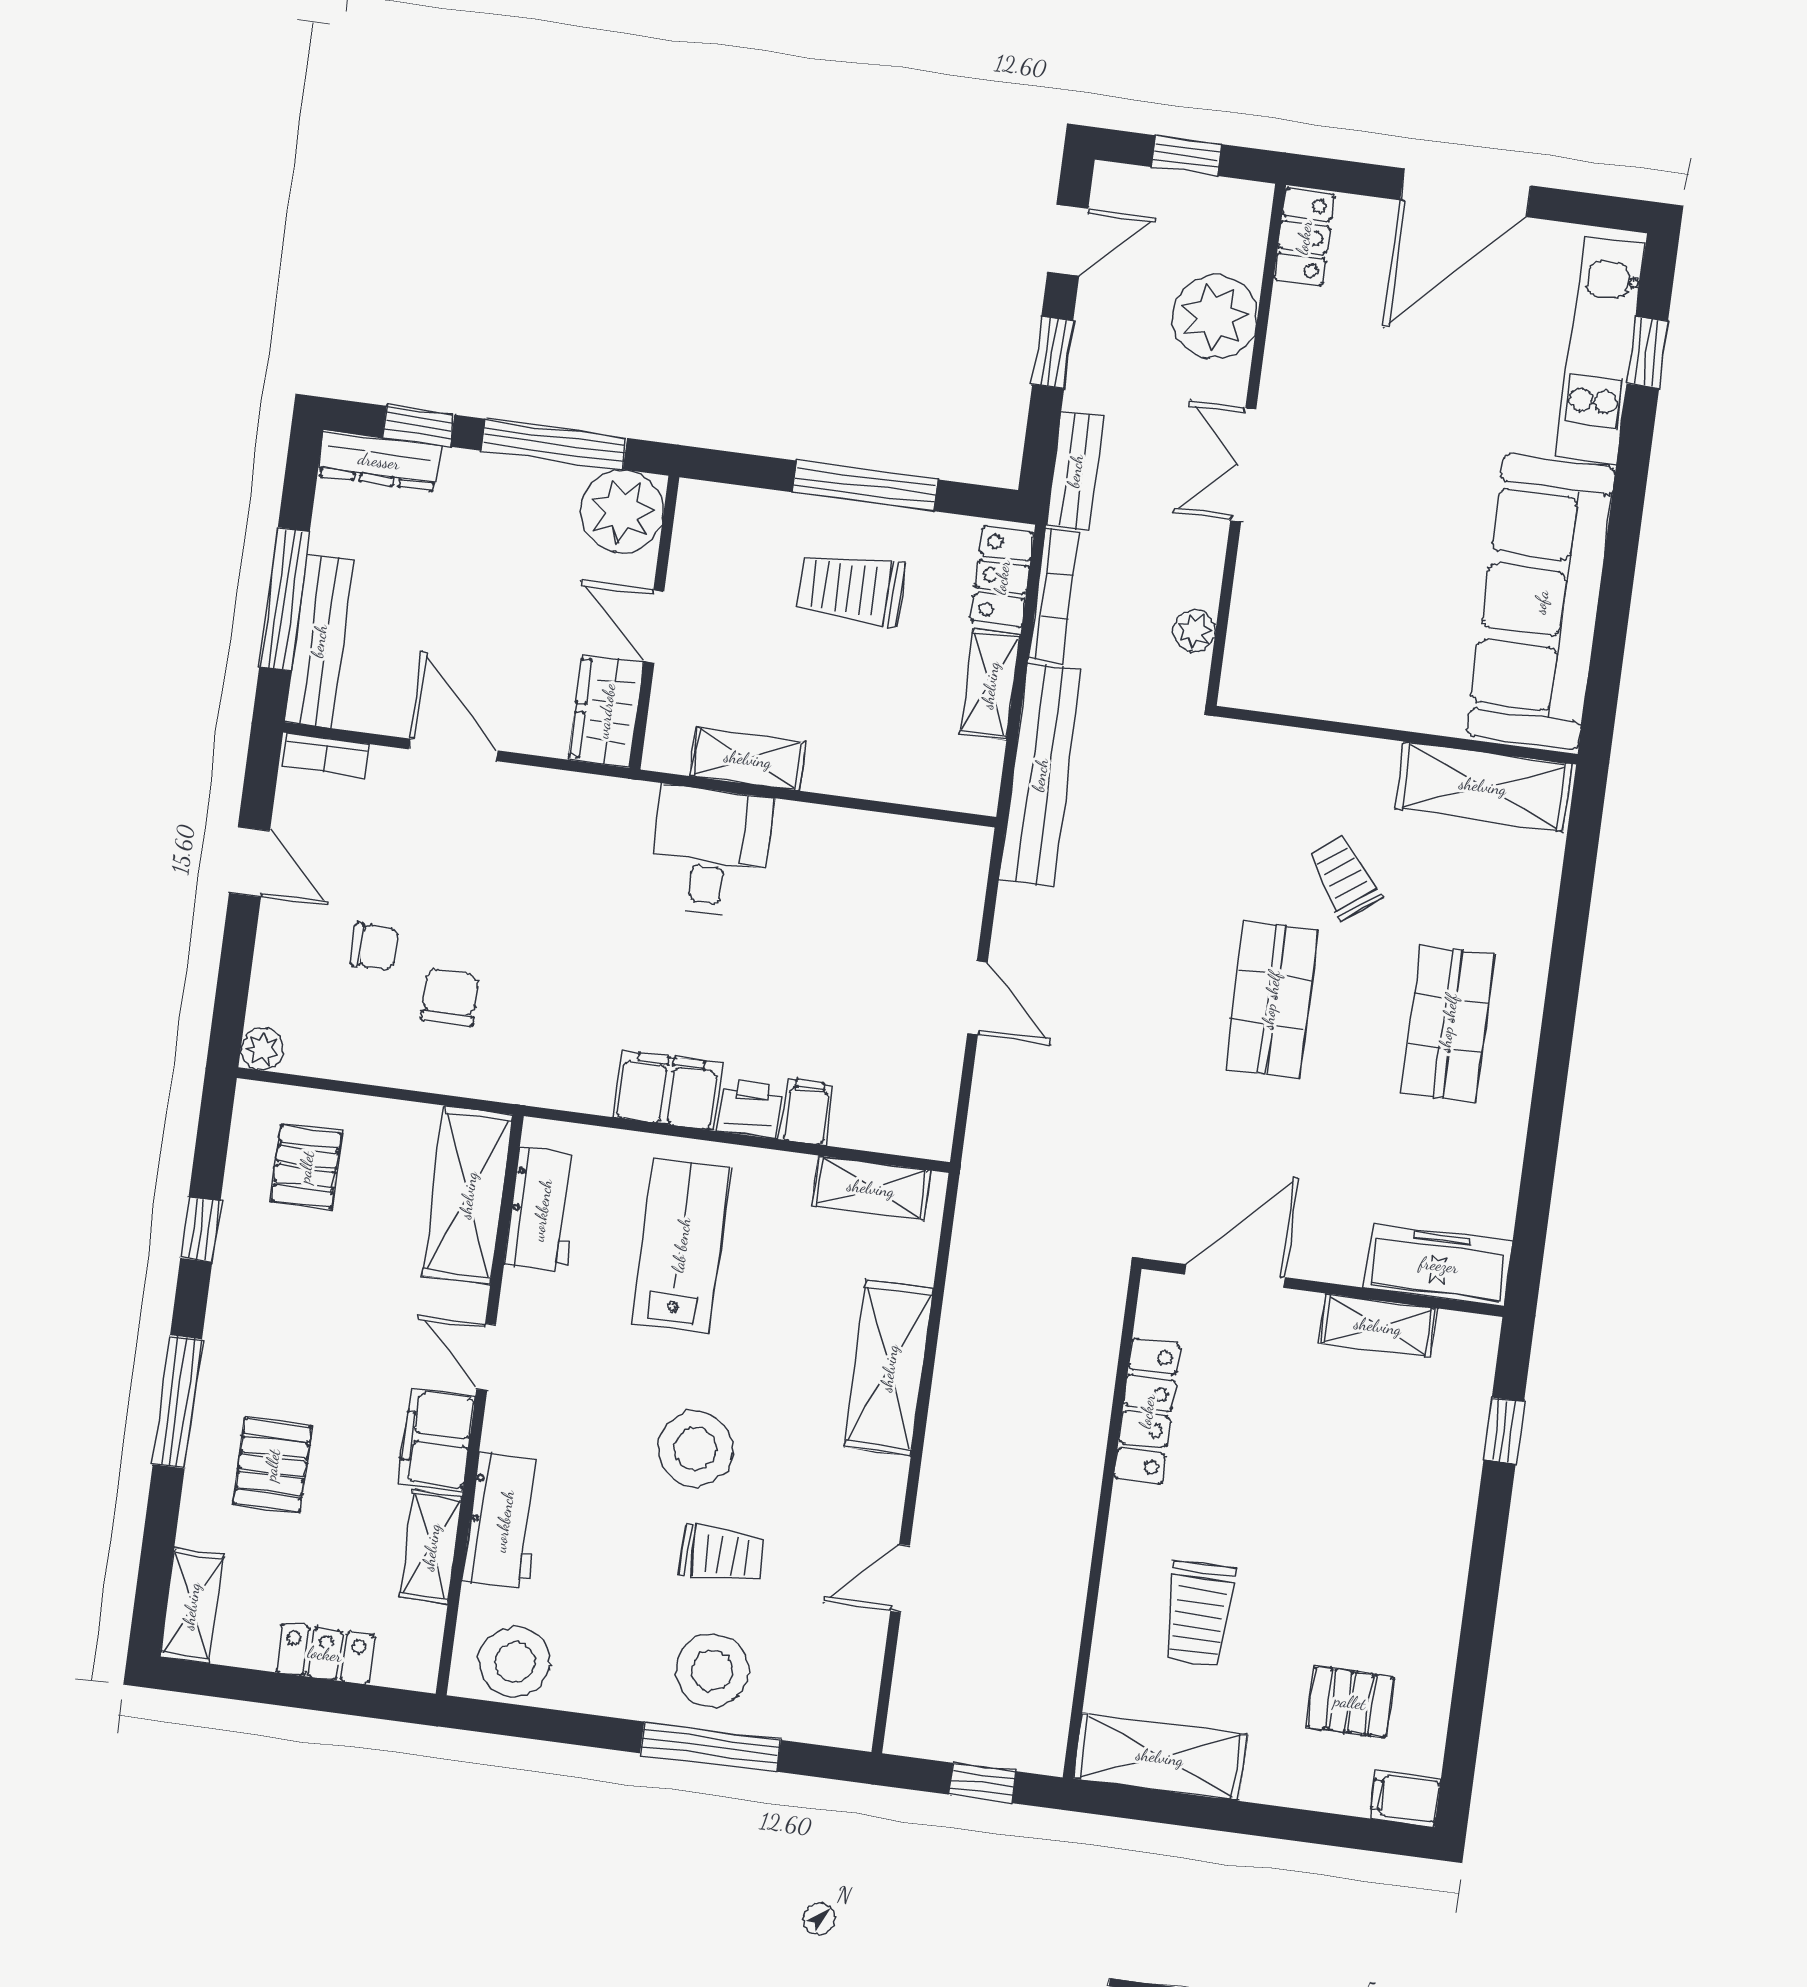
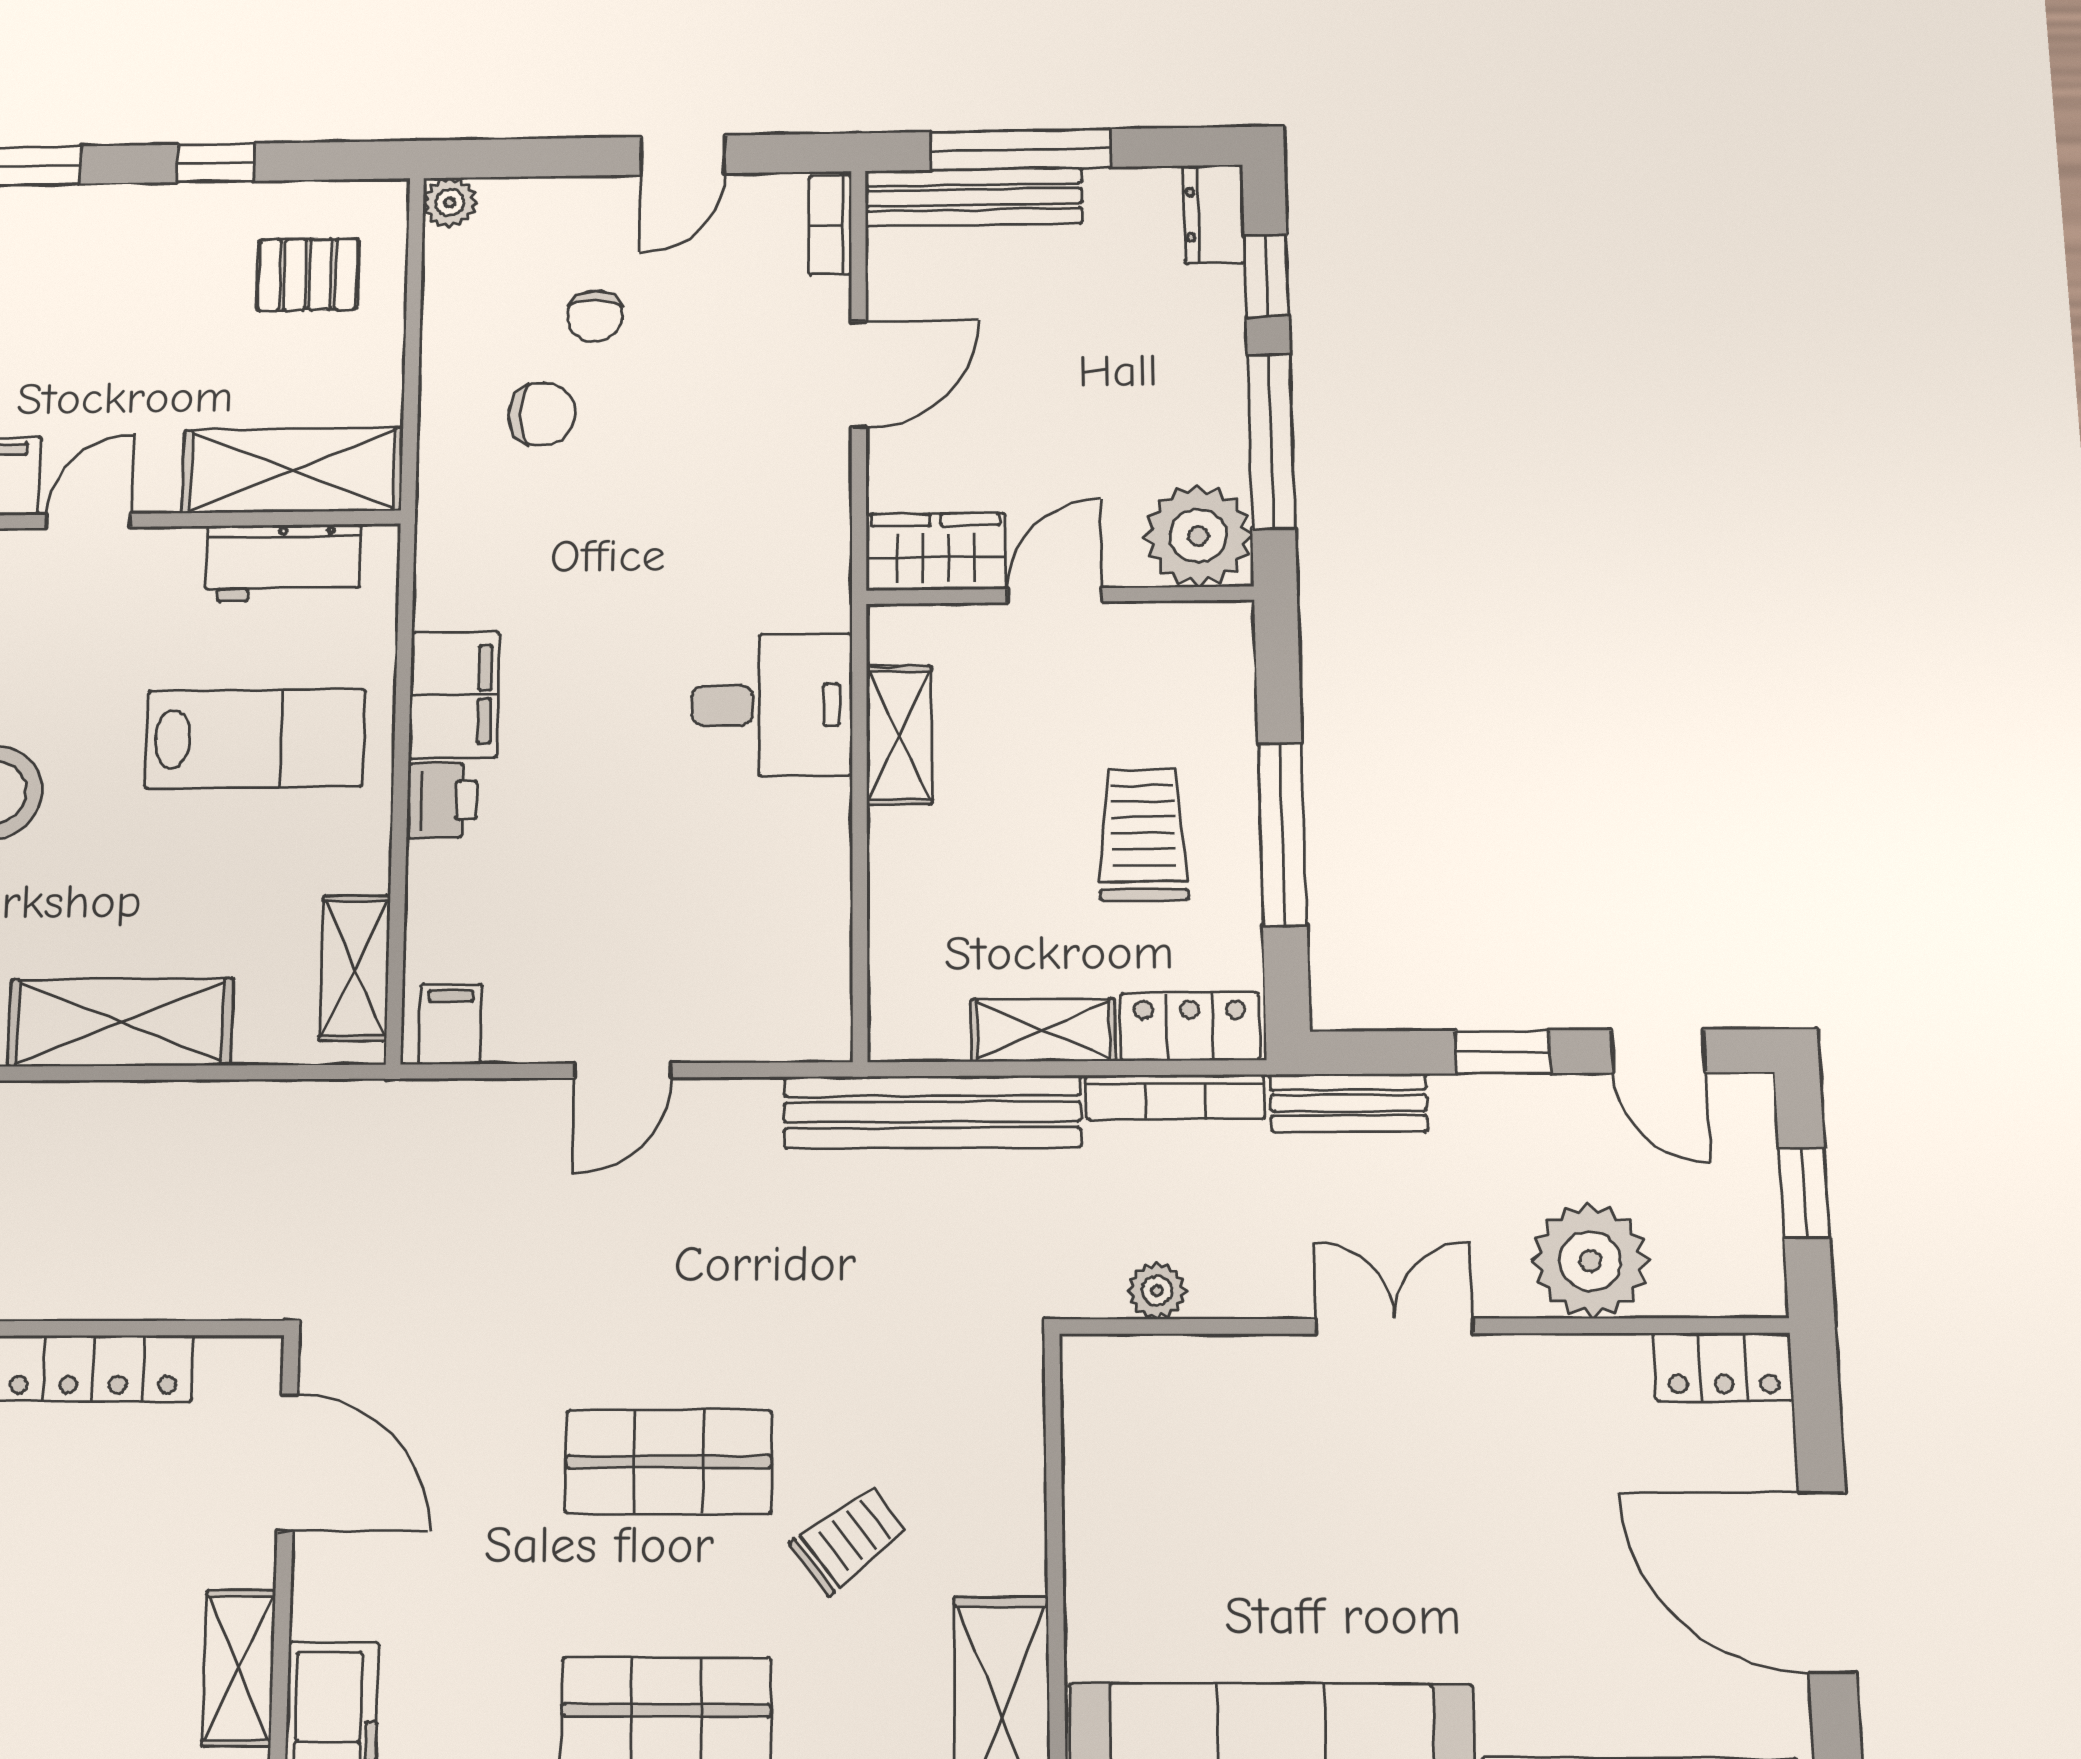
dresser: (379, 461) -> (1214, 214), width x0.70
filing cabinet: (807, 1112) -> (450, 1024), moved, turned -90

